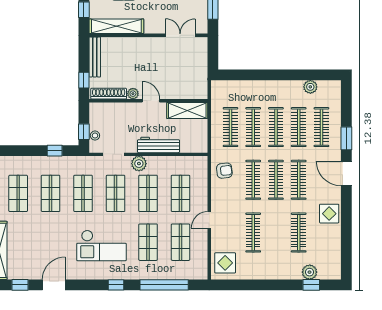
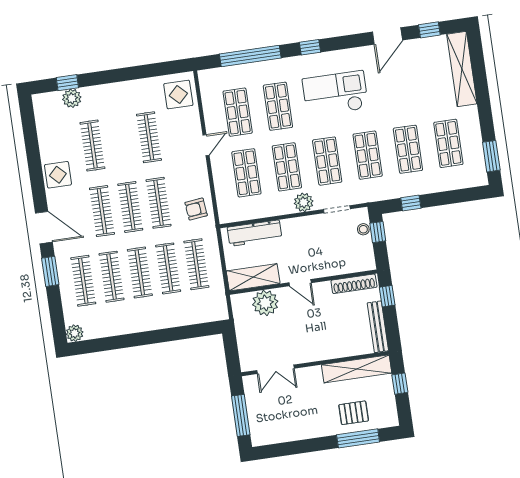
plant: (310, 87) -> (75, 333), moved
plant: (133, 94) -> (265, 303), moved, width x1.88, depth x1.88
workbench: (158, 145) -> (255, 233), moved

